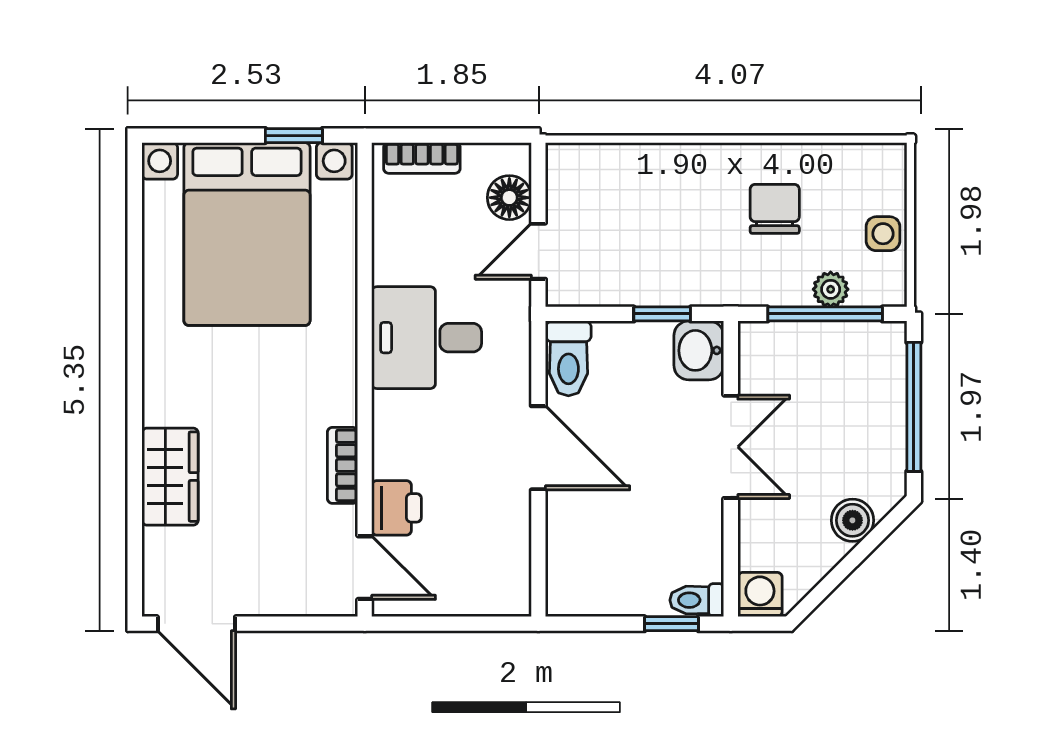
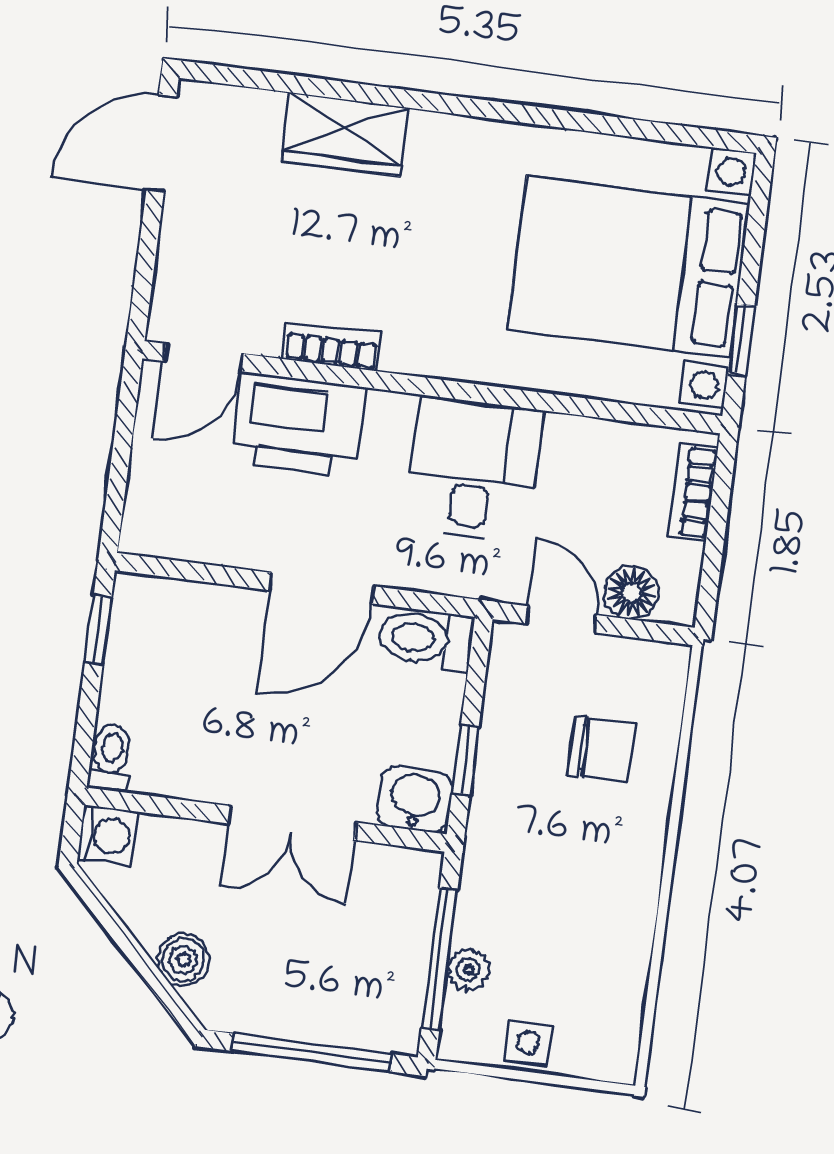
chair: (775, 209) -> (601, 749), moved
printer: (397, 508) -> (298, 424), width x1.87, depth x1.48
window: (671, 624) -> (98, 629), moved

